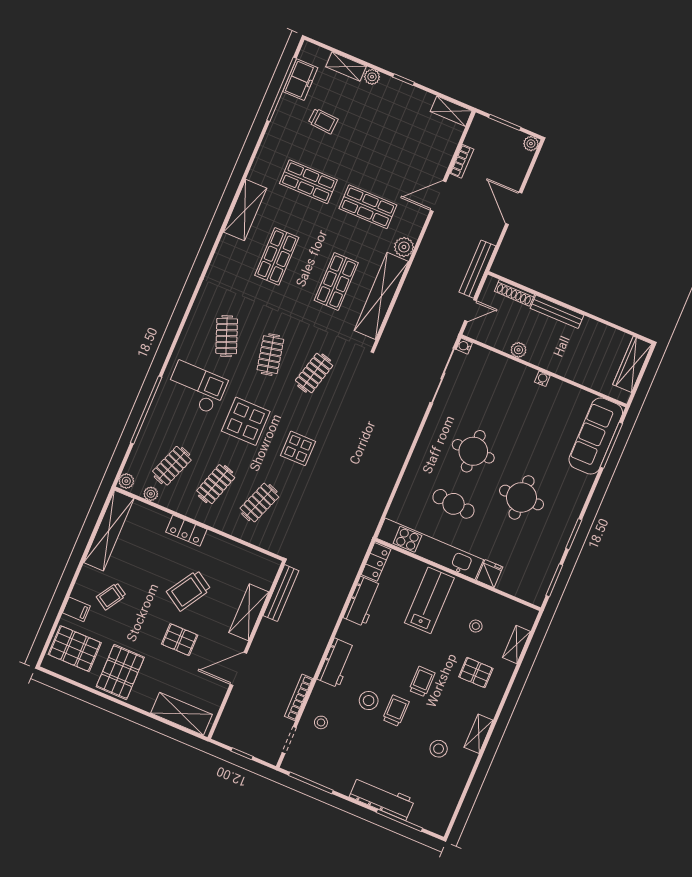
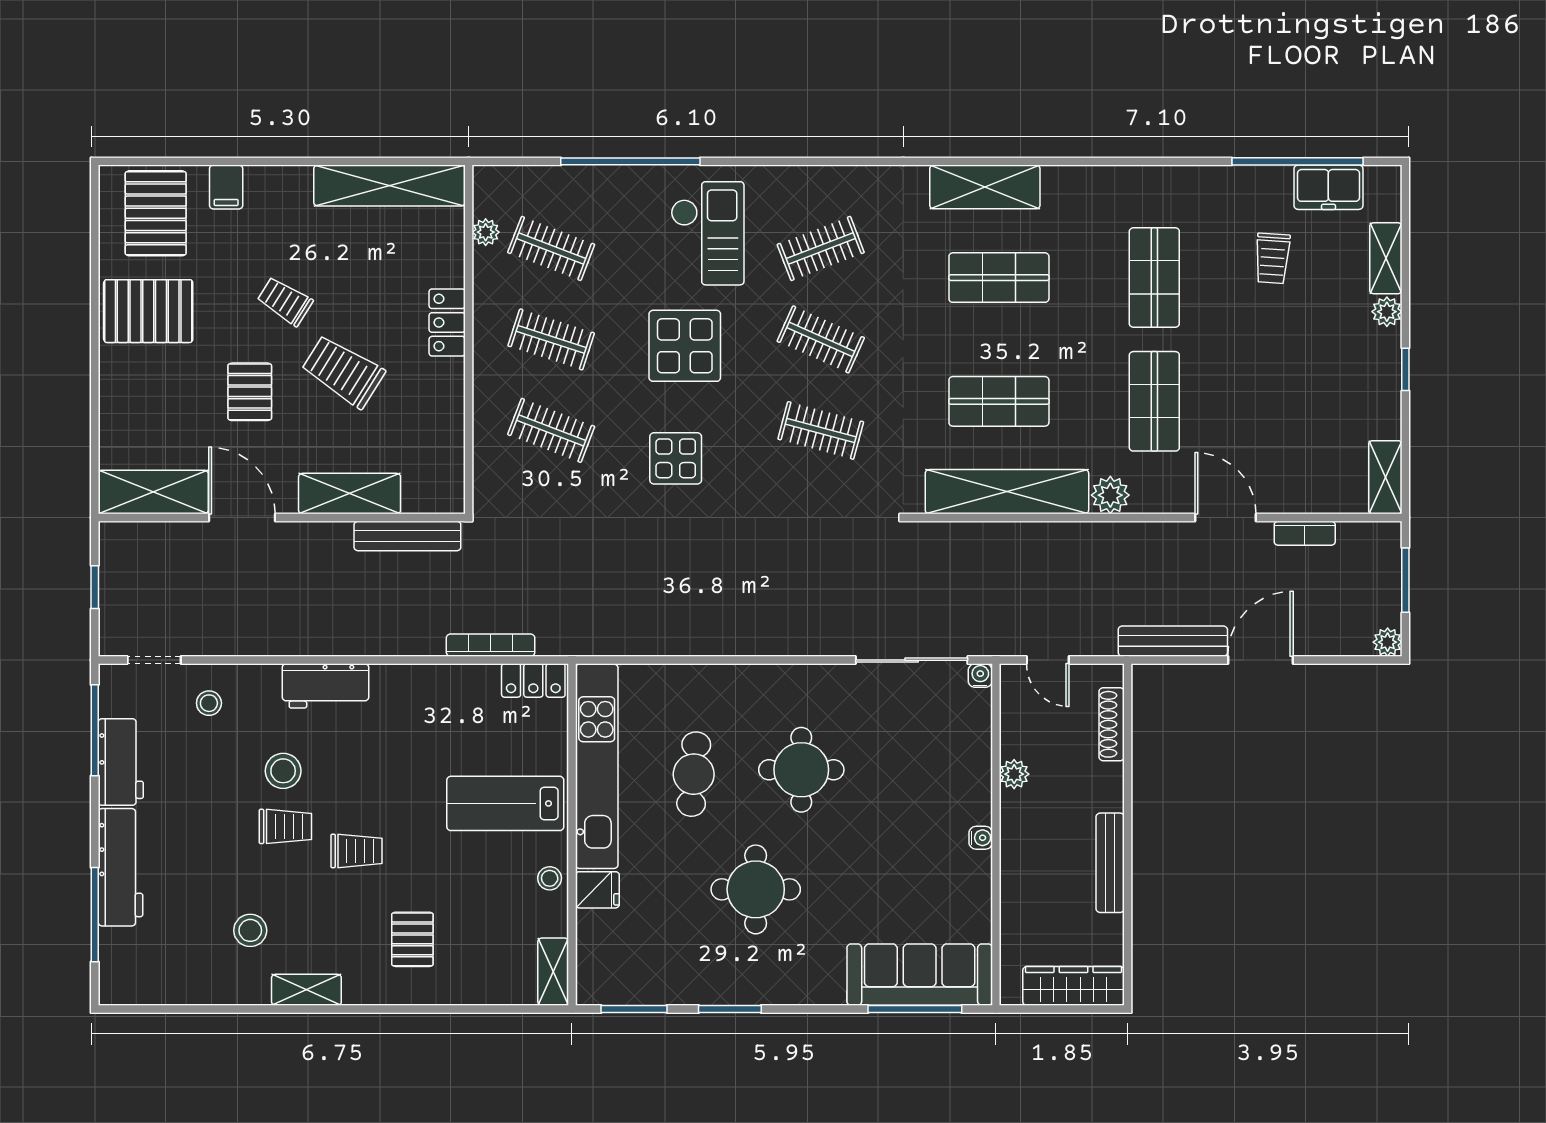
shelving: (245, 210) -> (985, 187), moved
bench: (477, 269) -> (1173, 641), moved
bench: (557, 312) -> (1110, 863), moved
clothes rail: (270, 355) -> (821, 339), turned 36
plant: (126, 481) -> (490, 179), removed
trolley: (111, 596) -> (285, 301), moved
lab bench: (429, 600) -> (505, 803), turned 180
workbench: (362, 601) -> (121, 762), moved, turned -90
stool: (476, 626) -> (550, 878), moved
shelving: (517, 644) -> (553, 972), moved, turned 90
bookcase: (299, 697) -> (491, 645), moved
shelving: (182, 714) -> (153, 492), moved, turned 90

